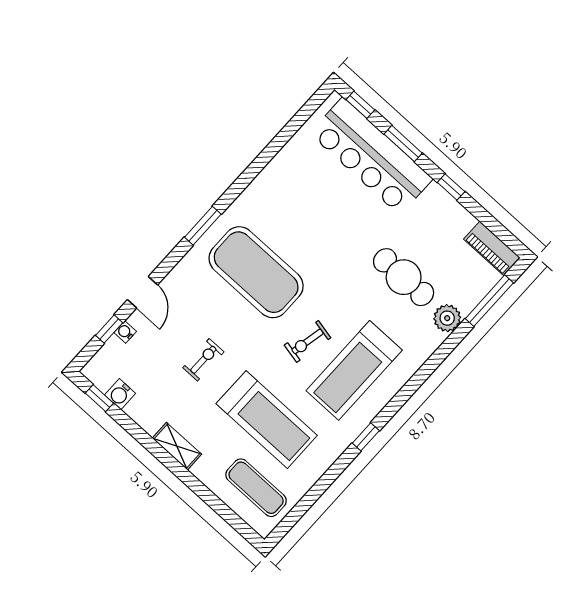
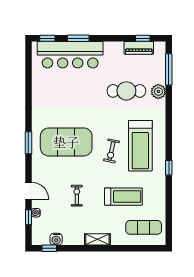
window: (451, 187) -> (143, 38), moved
piano: (492, 248) -> (139, 48), moved
treadmill: (267, 420) -> (123, 197), width x0.73, depth x0.73

